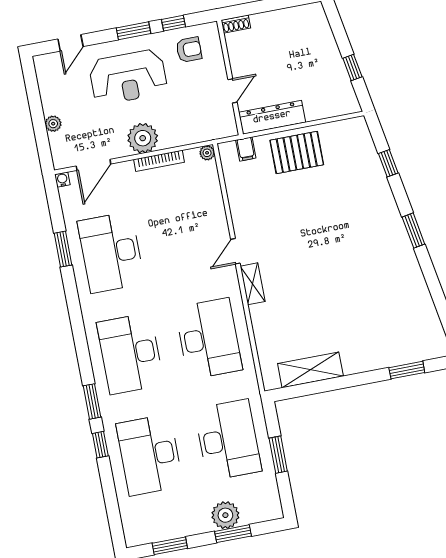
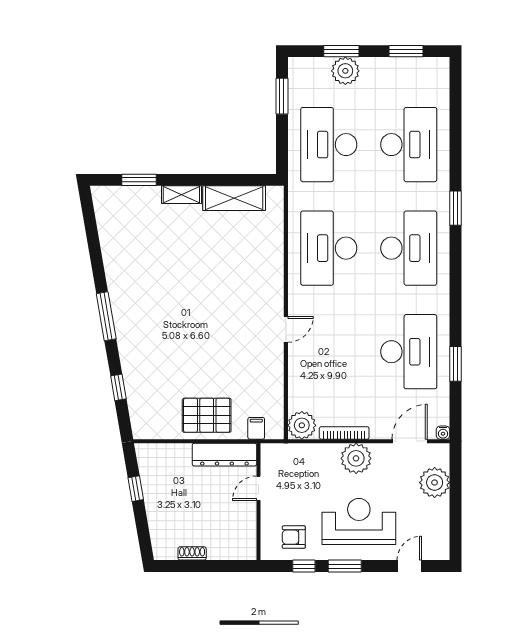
shoe rack: (236, 24) -> (192, 553), moved
plant: (53, 124) -> (435, 483), width x1.87, depth x1.87
plant: (207, 153) -> (302, 425), width x1.88, depth x1.88
window: (413, 231) -> (106, 316), width x1.44
shelving: (253, 284) -> (181, 195), moved, turned 90
window: (100, 445) -> (456, 164), removed
window: (278, 455) -> (282, 96), moved

